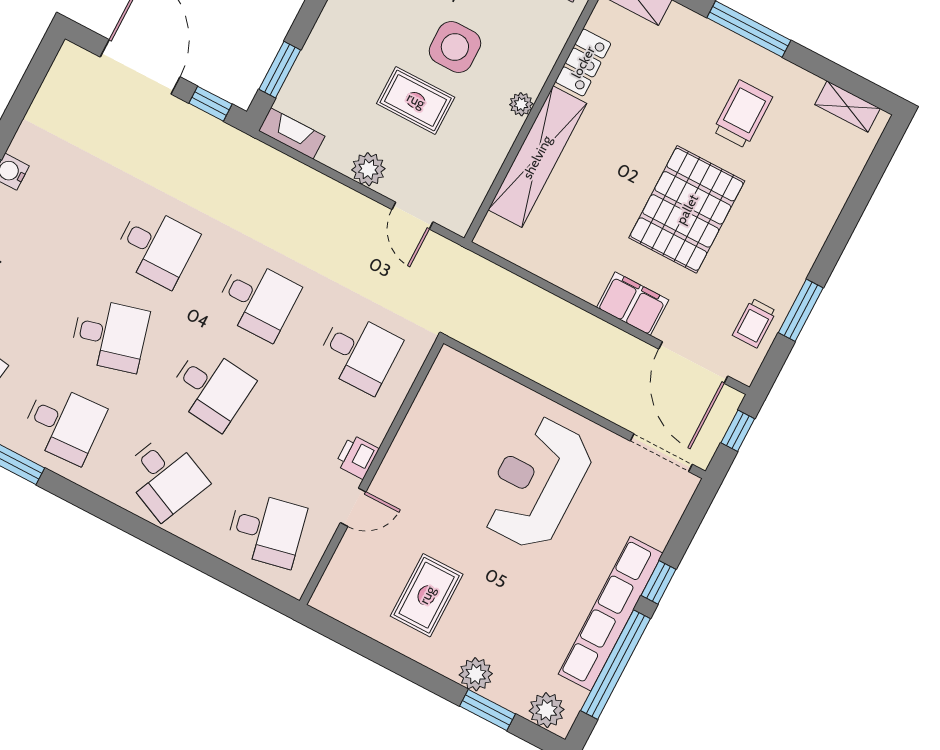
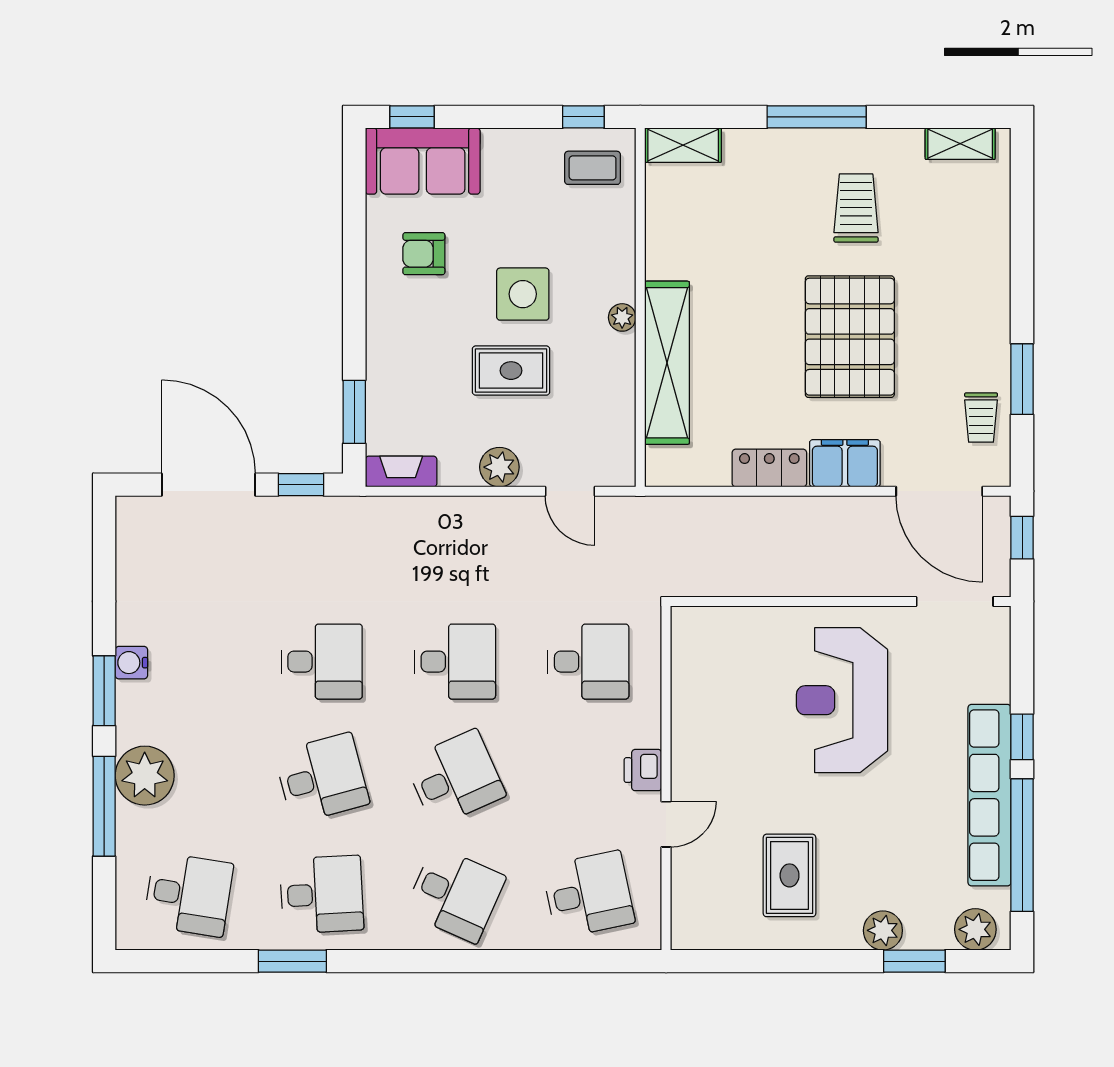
locker: (583, 62) -> (769, 468), moved, turned -90
desk: (211, 388) -> (455, 778), turned -30

